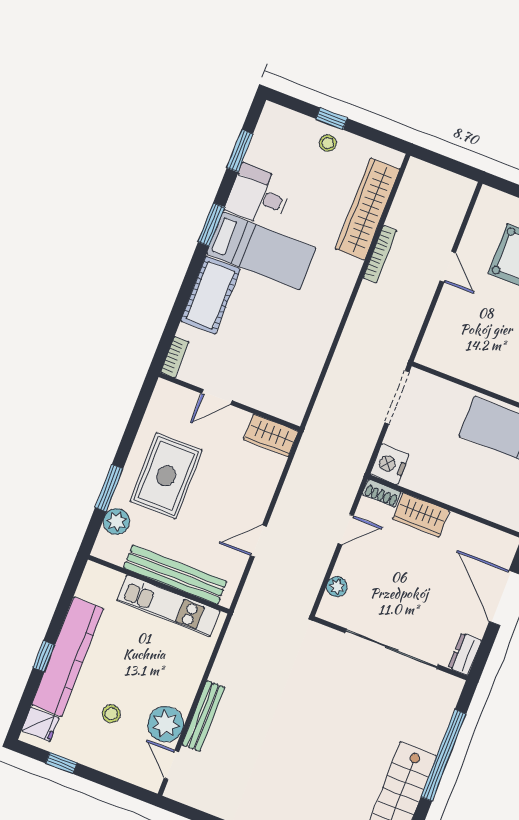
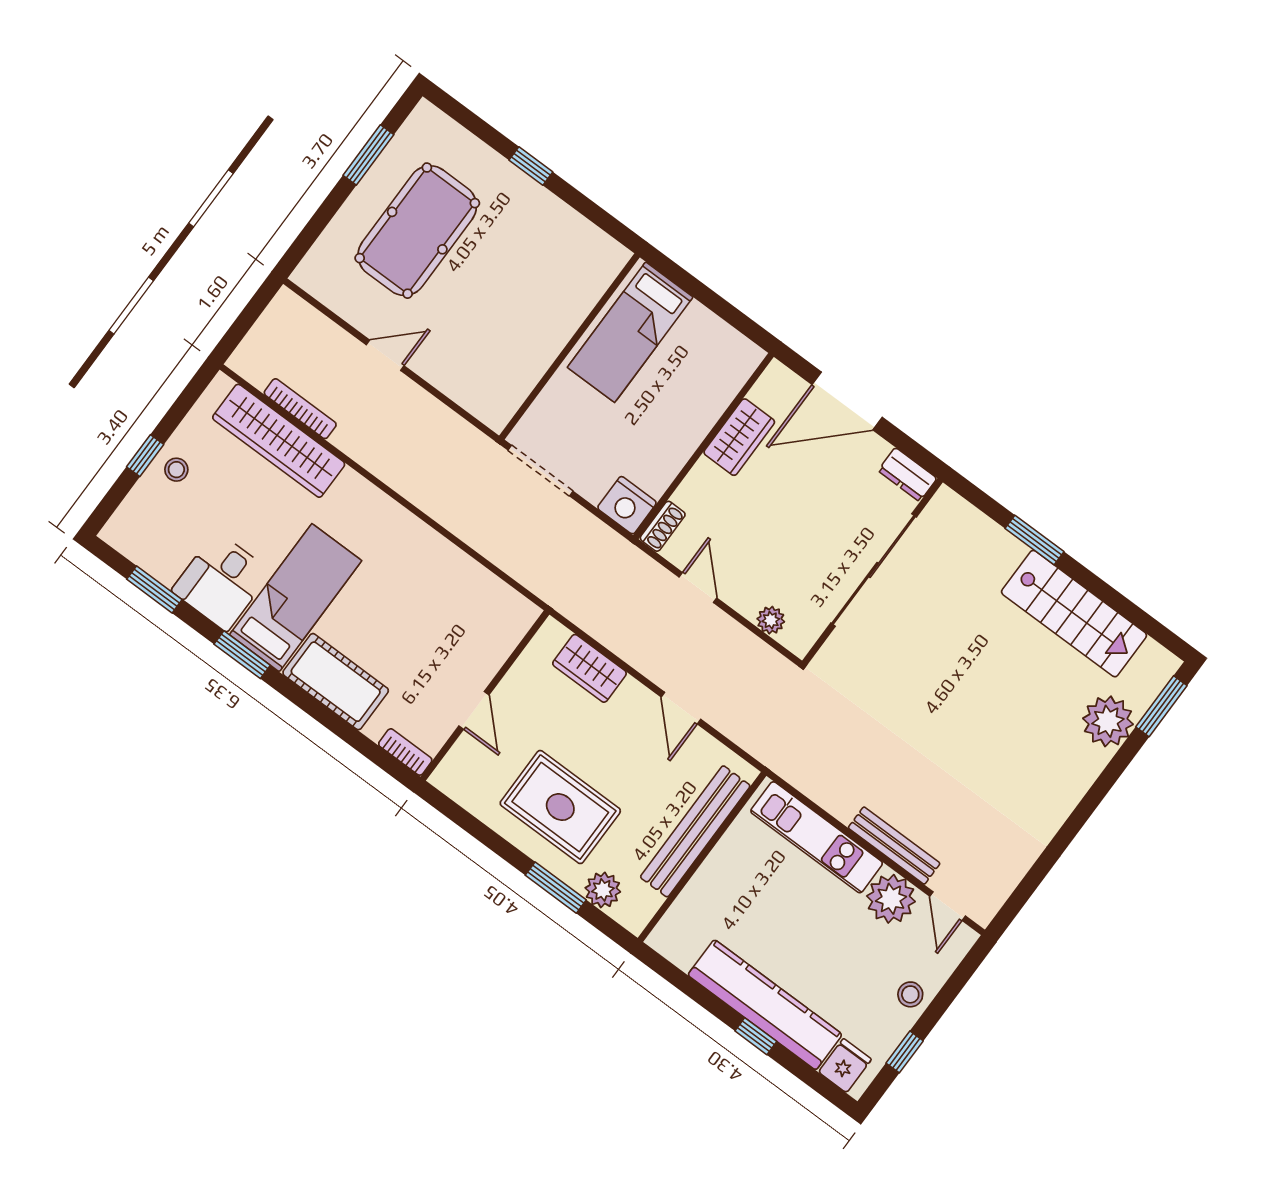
bookcase: (380, 254) -> (300, 409), moved
wardrobe: (271, 435) -> (589, 668), moved, turned 90
wardrobe: (421, 515) -> (739, 437), moved
kitchen unit: (168, 606) -> (817, 837), moved, turned 90
stool: (111, 714) -> (910, 994), moved
window: (444, 755) -> (1034, 540), width x0.47
door: (171, 765) -> (948, 906), hinge flipped

